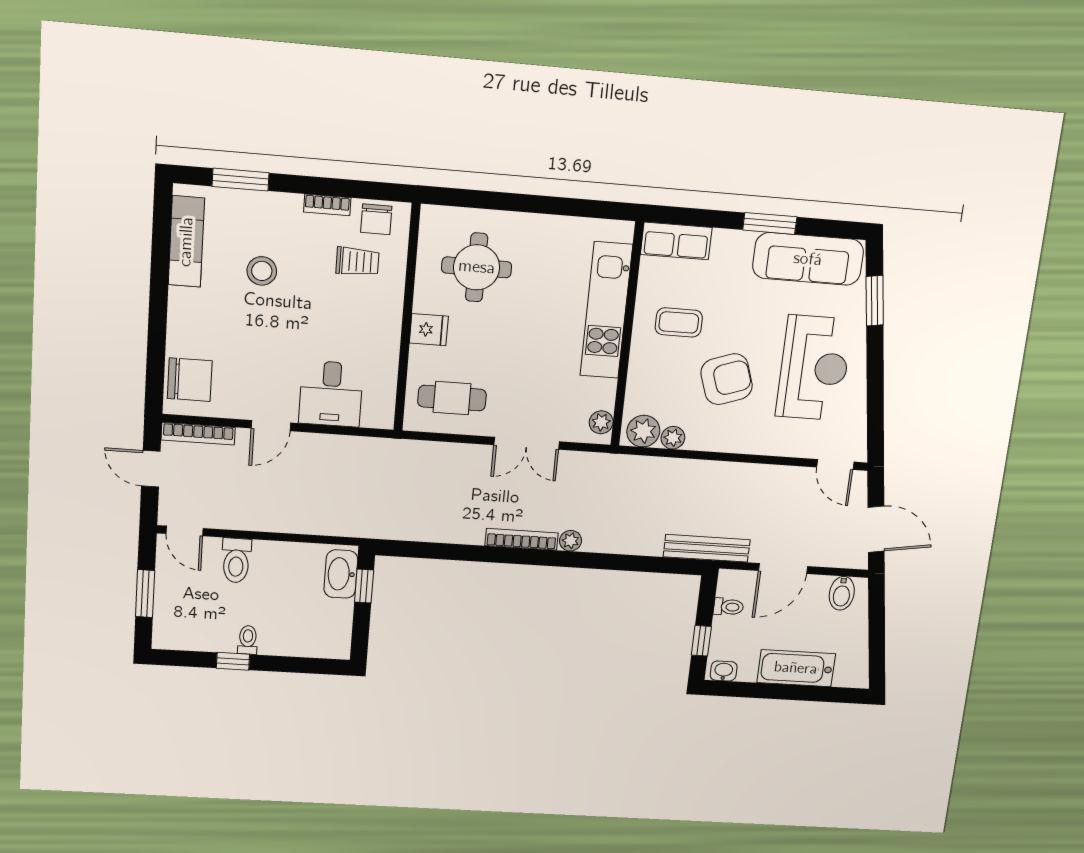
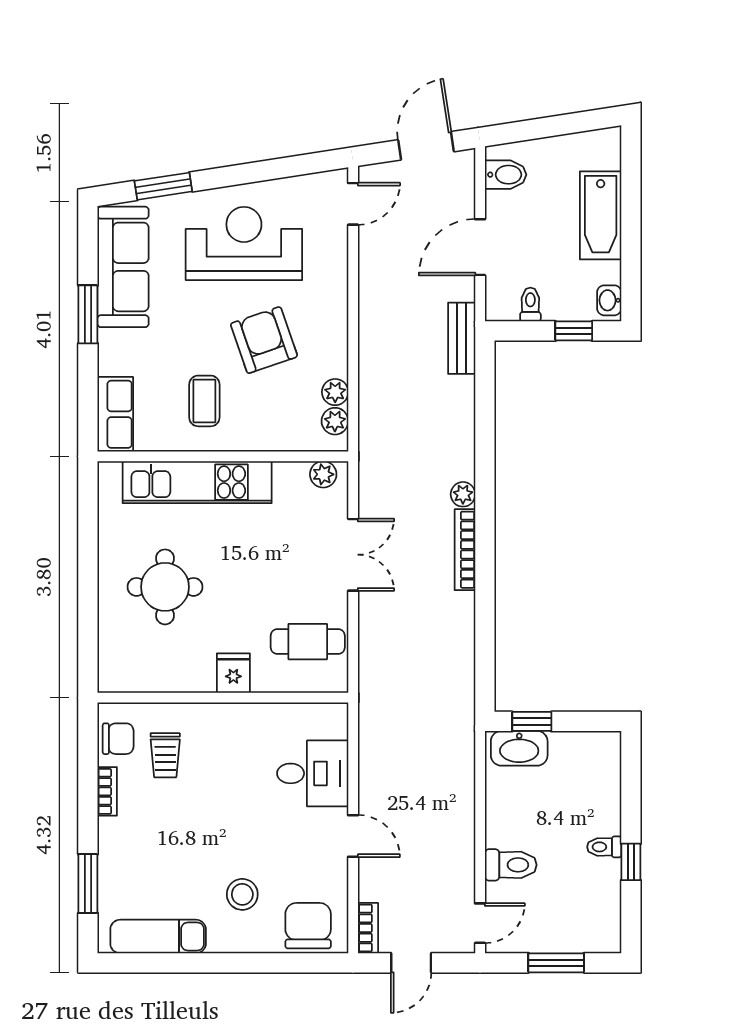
trolley: (357, 262) -> (165, 755), turned 180
round table: (477, 267) -> (165, 587), moved
stool: (262, 271) -> (242, 894), moved
cafe table: (452, 398) -> (308, 642), turned 90
plant: (643, 431) -> (335, 421), width x0.73, depth x0.73
bookcase: (198, 434) -> (368, 928), width x0.64
bench: (707, 548) -> (462, 338), width x0.73
door: (783, 568) -> (480, 247), swing flipped

